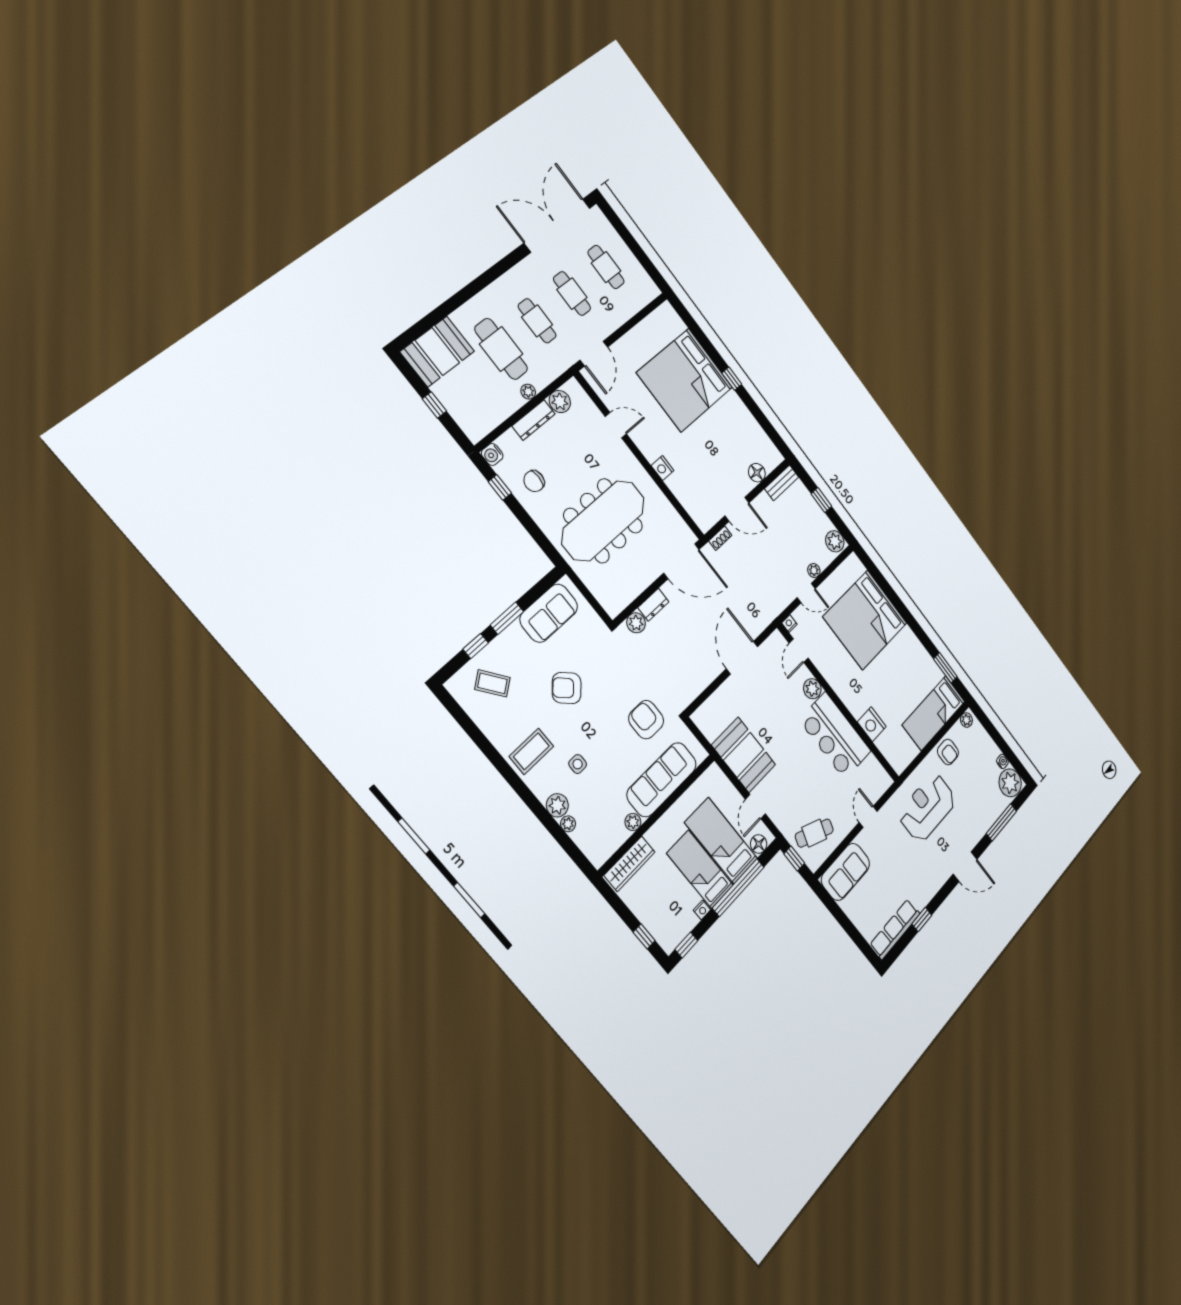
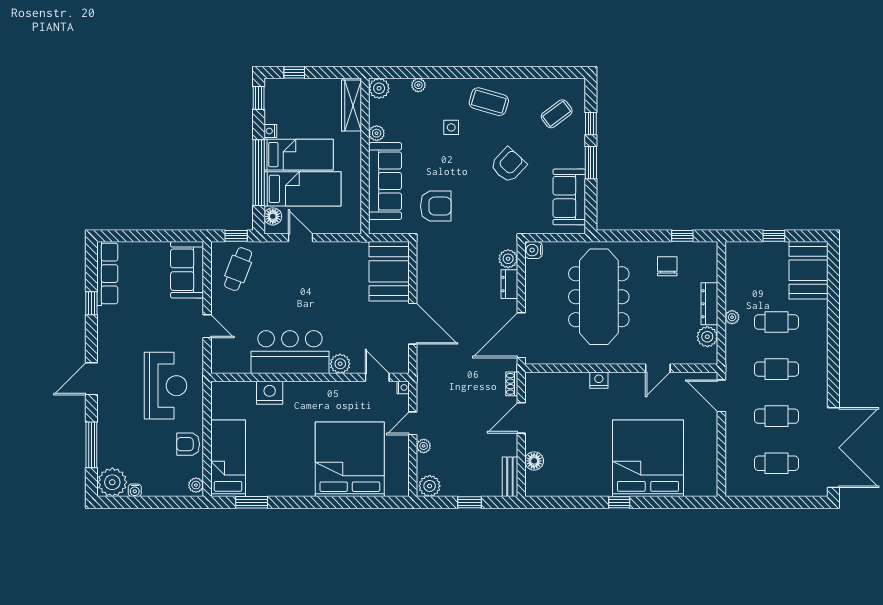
cafe table: (501, 349) -> (776, 322), width x0.73, depth x0.74
water cooler: (492, 454) -> (533, 250), moved, turned -90
coffee table: (531, 751) -> (489, 102), turned -74
booth: (744, 755) -> (389, 271), moved, turned 90
plant: (557, 805) -> (379, 88), moved

